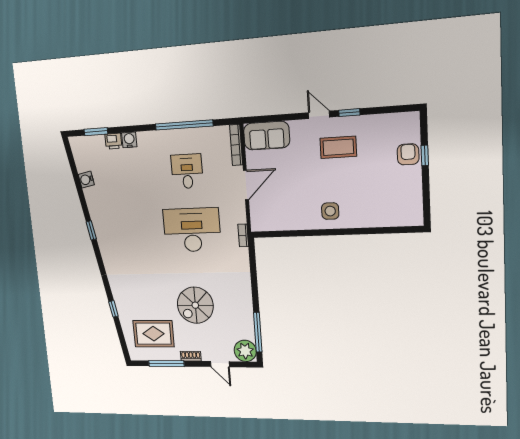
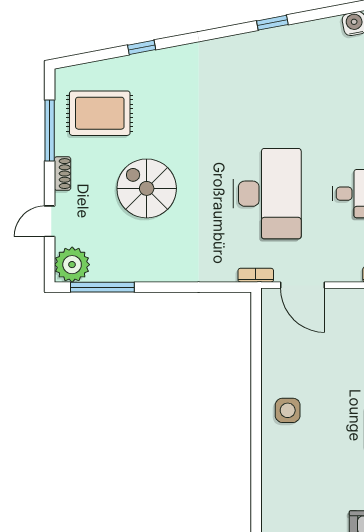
door: (246, 185) -> (303, 285), moved
rug: (153, 334) -> (100, 113), turned 90

